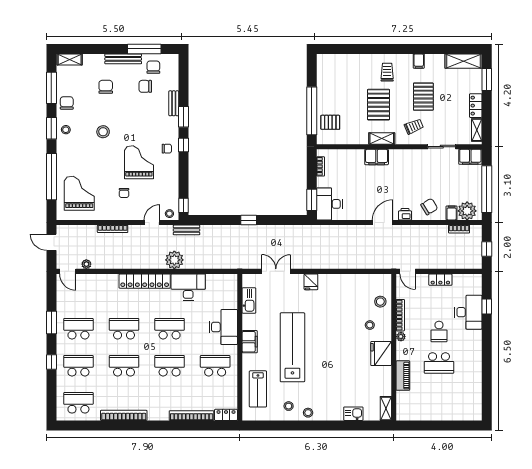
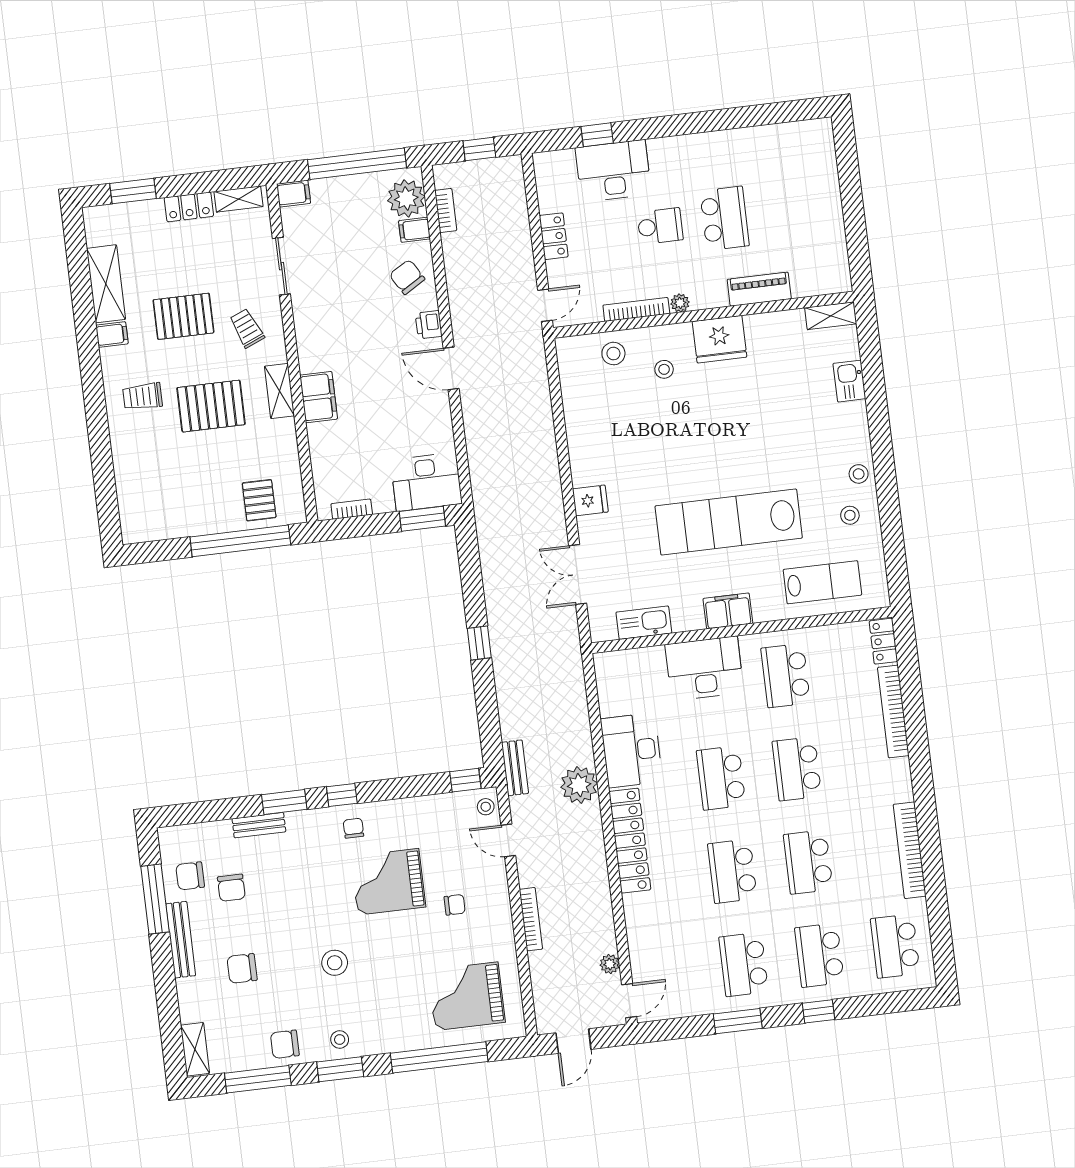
shelving: (463, 61) -> (106, 284), moved
filing cabinet: (470, 157) -> (294, 194), width x0.50

